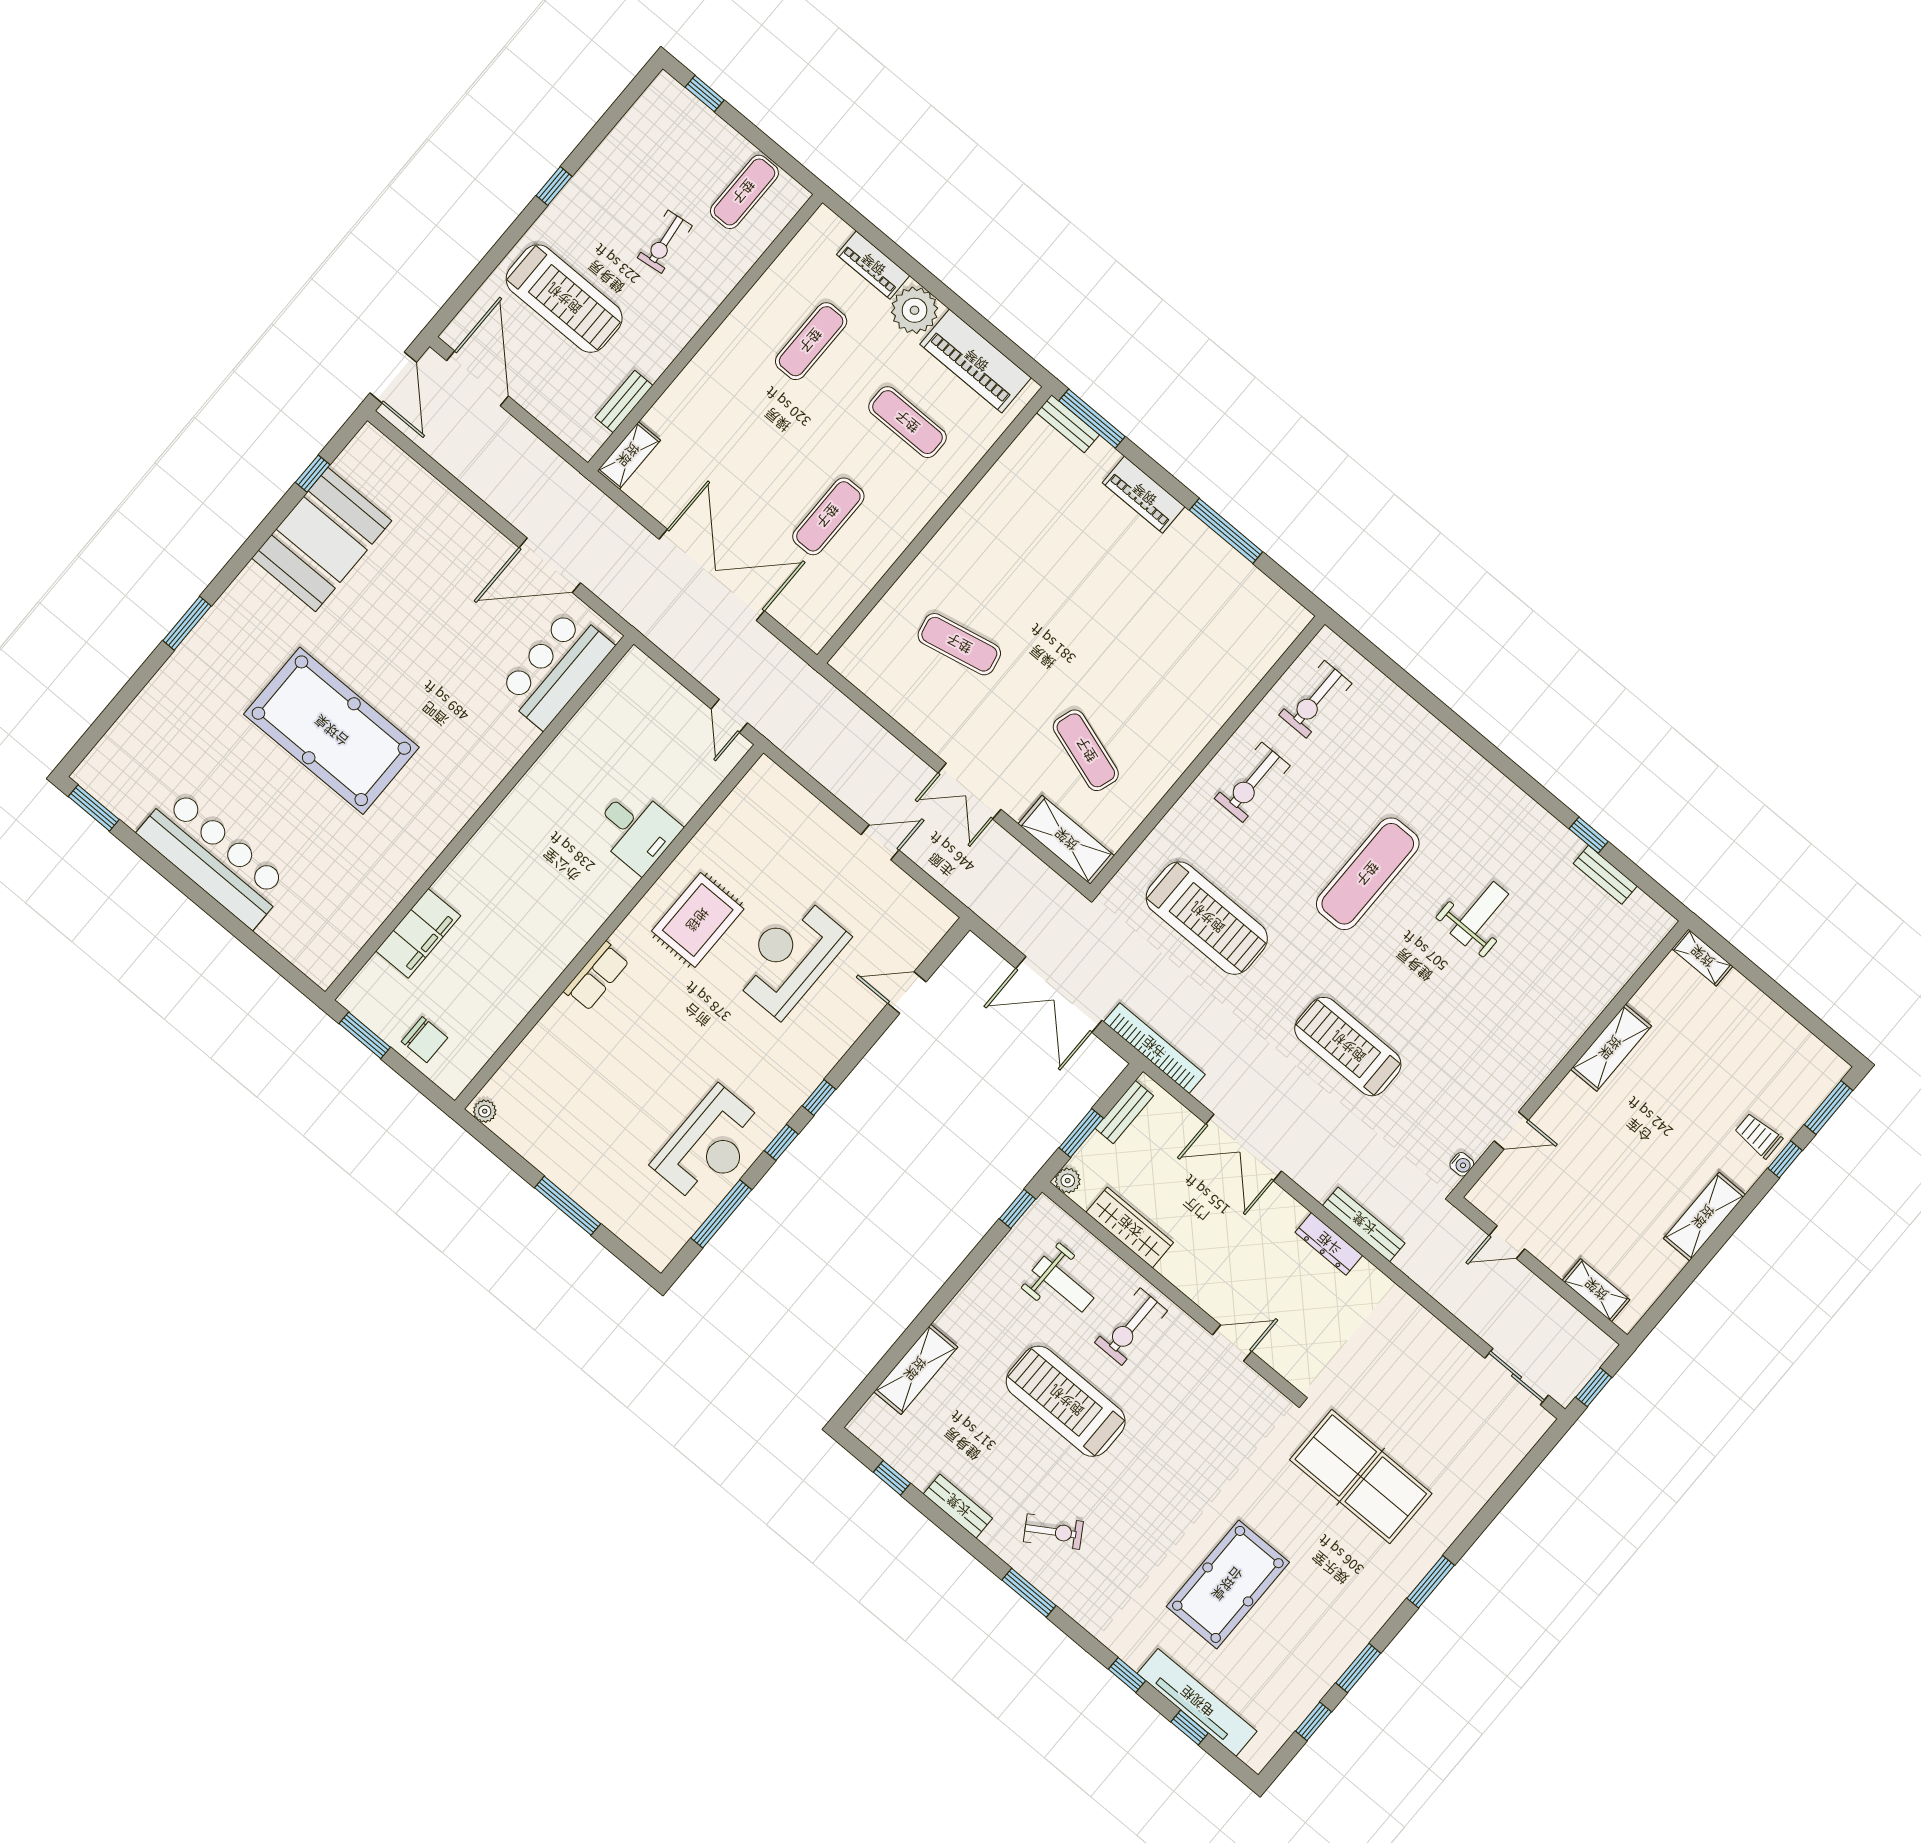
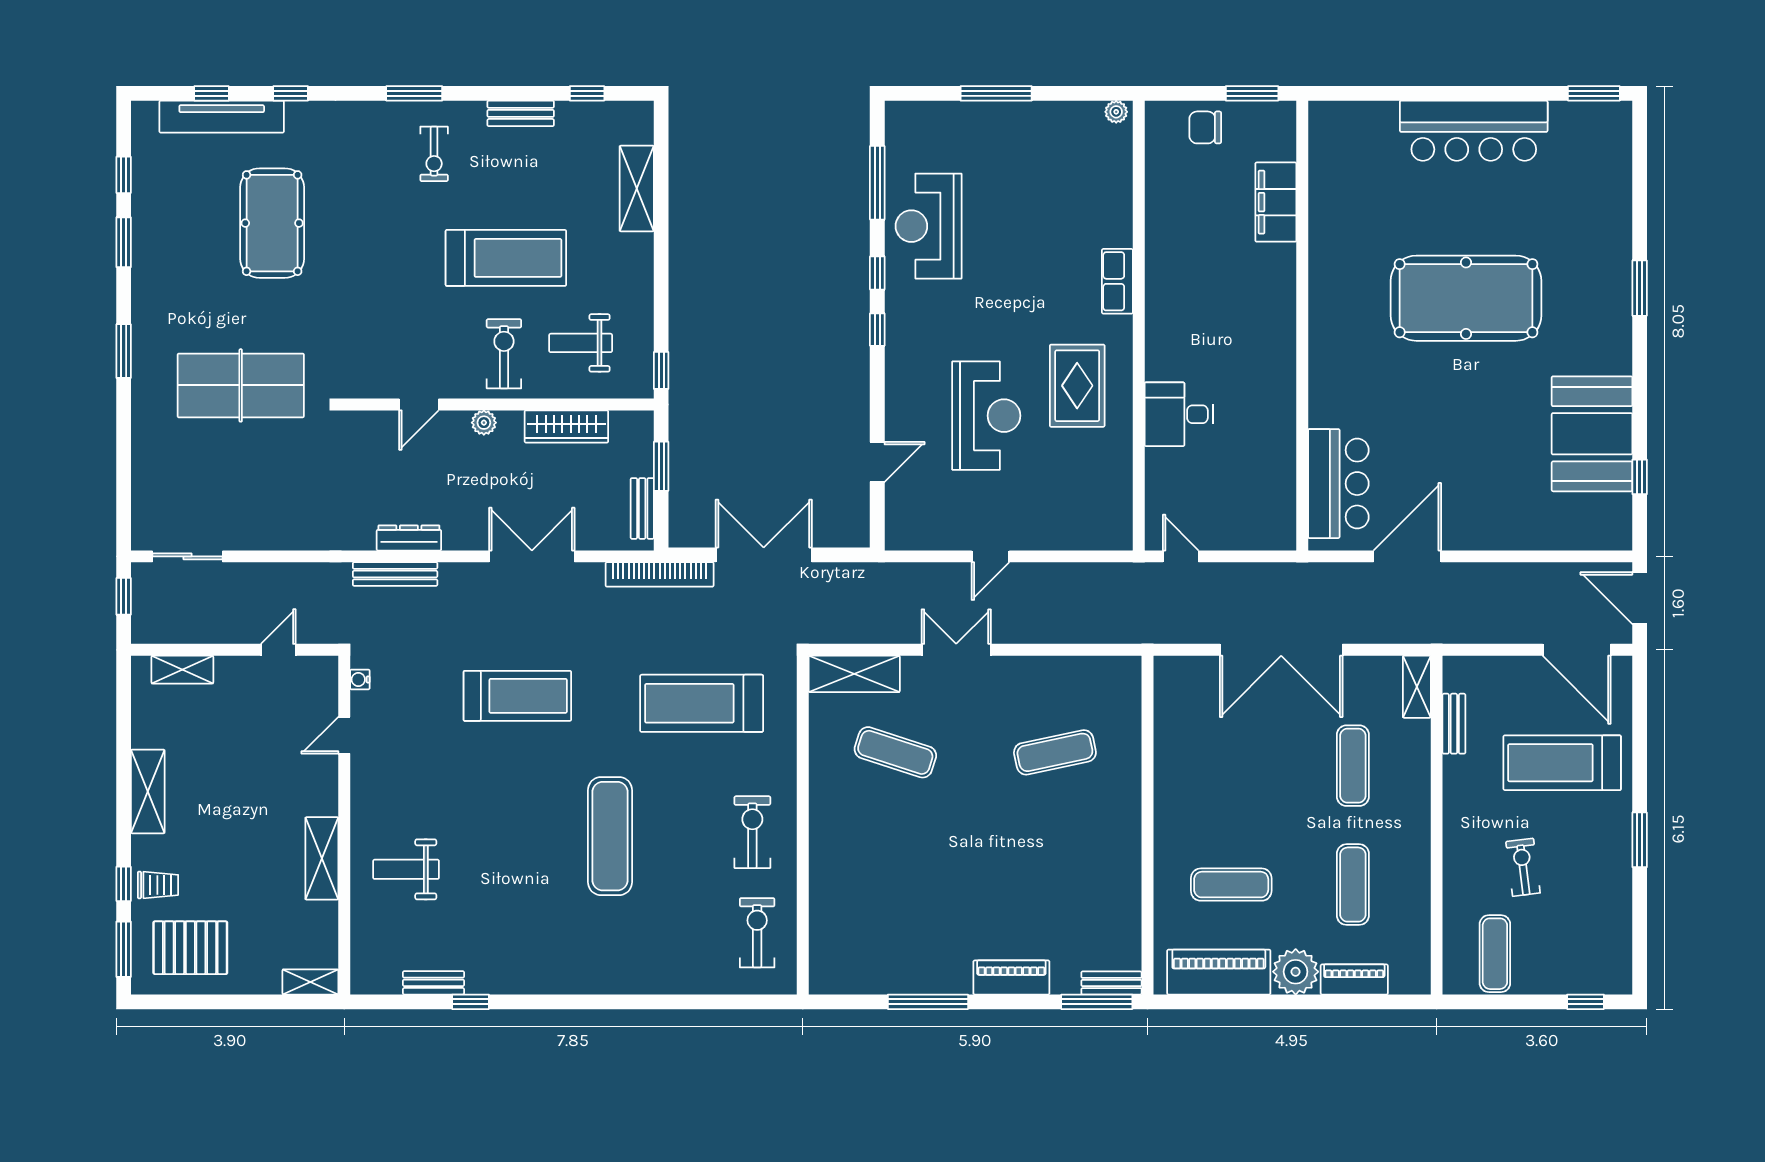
window: (554, 186) -> (1640, 840), width x1.50
exercise mat: (828, 516) -> (1353, 766), moved
weight bench: (1479, 914) -> (406, 869), moved, turned 90
pallet: (1775, 1064) -> (190, 948), added
plant: (1068, 1181) -> (484, 423), moved
exercise bike: (1053, 1532) -> (434, 154), turned -58

